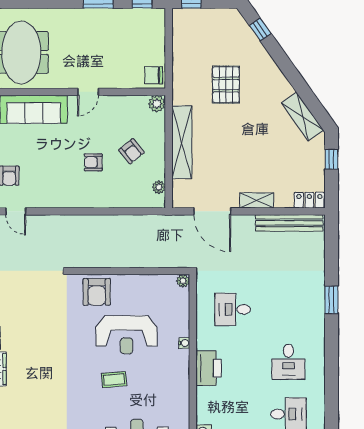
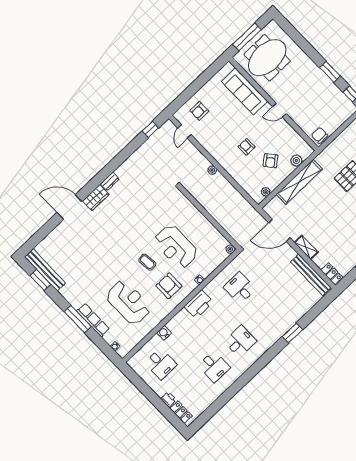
plant: (157, 104) -> (296, 160), moved
door: (212, 211) -> (279, 230), hinge flipped
plant: (83, 221) -> (212, 170), added
armchair: (97, 292) -> (169, 286), moved, turned 90
desk: (288, 362) -> (240, 341), turned 180

